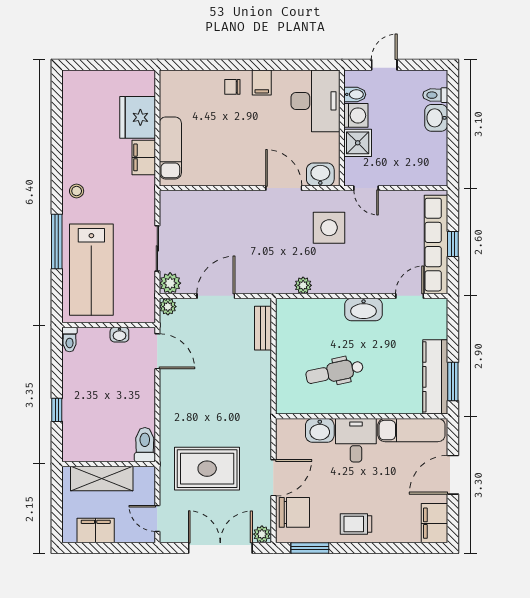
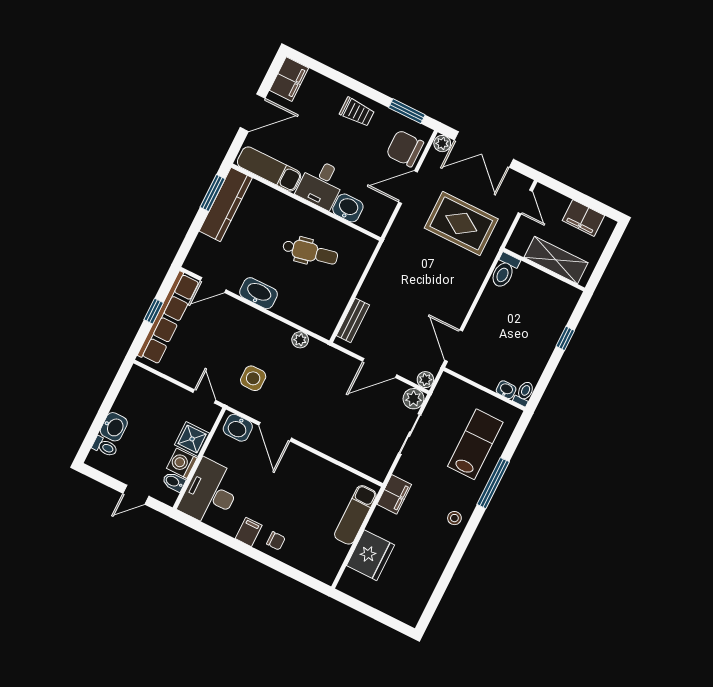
filing cabinet: (144, 157) -> (394, 494), moved
side table: (329, 228) -> (253, 378), width x0.73, depth x0.73
lab bench: (91, 270) -> (475, 444), width x0.73, depth x0.72
washbasin: (119, 335) -> (506, 390), moved

